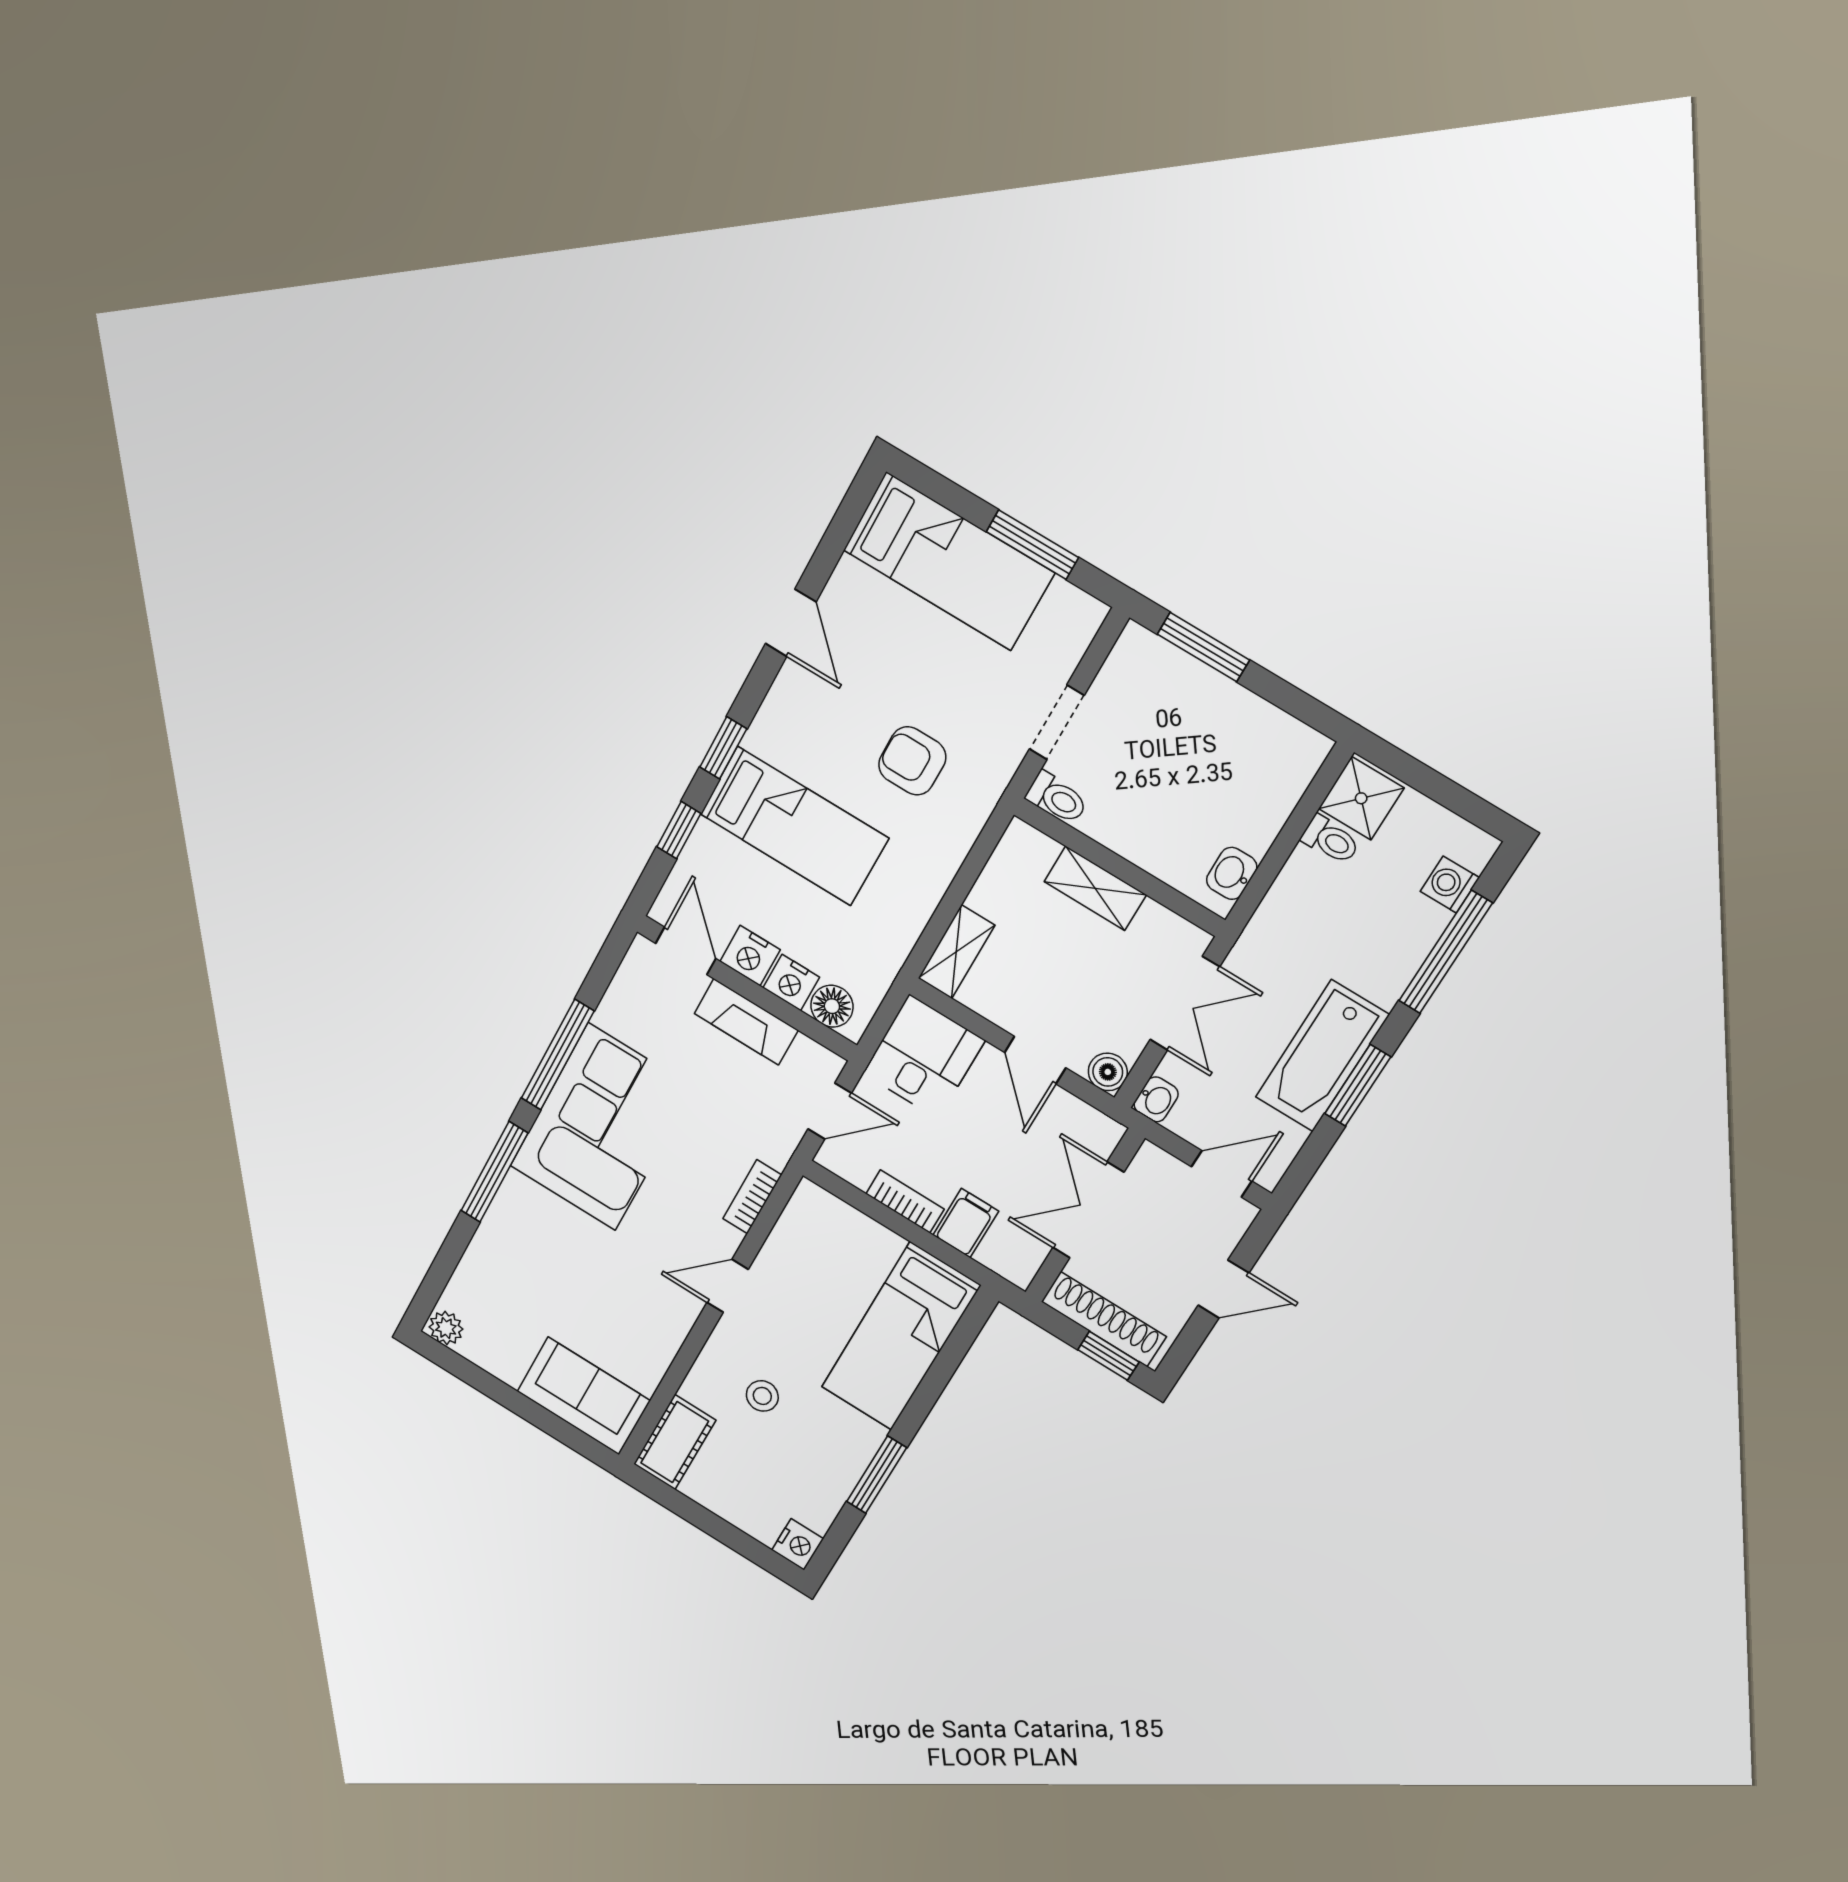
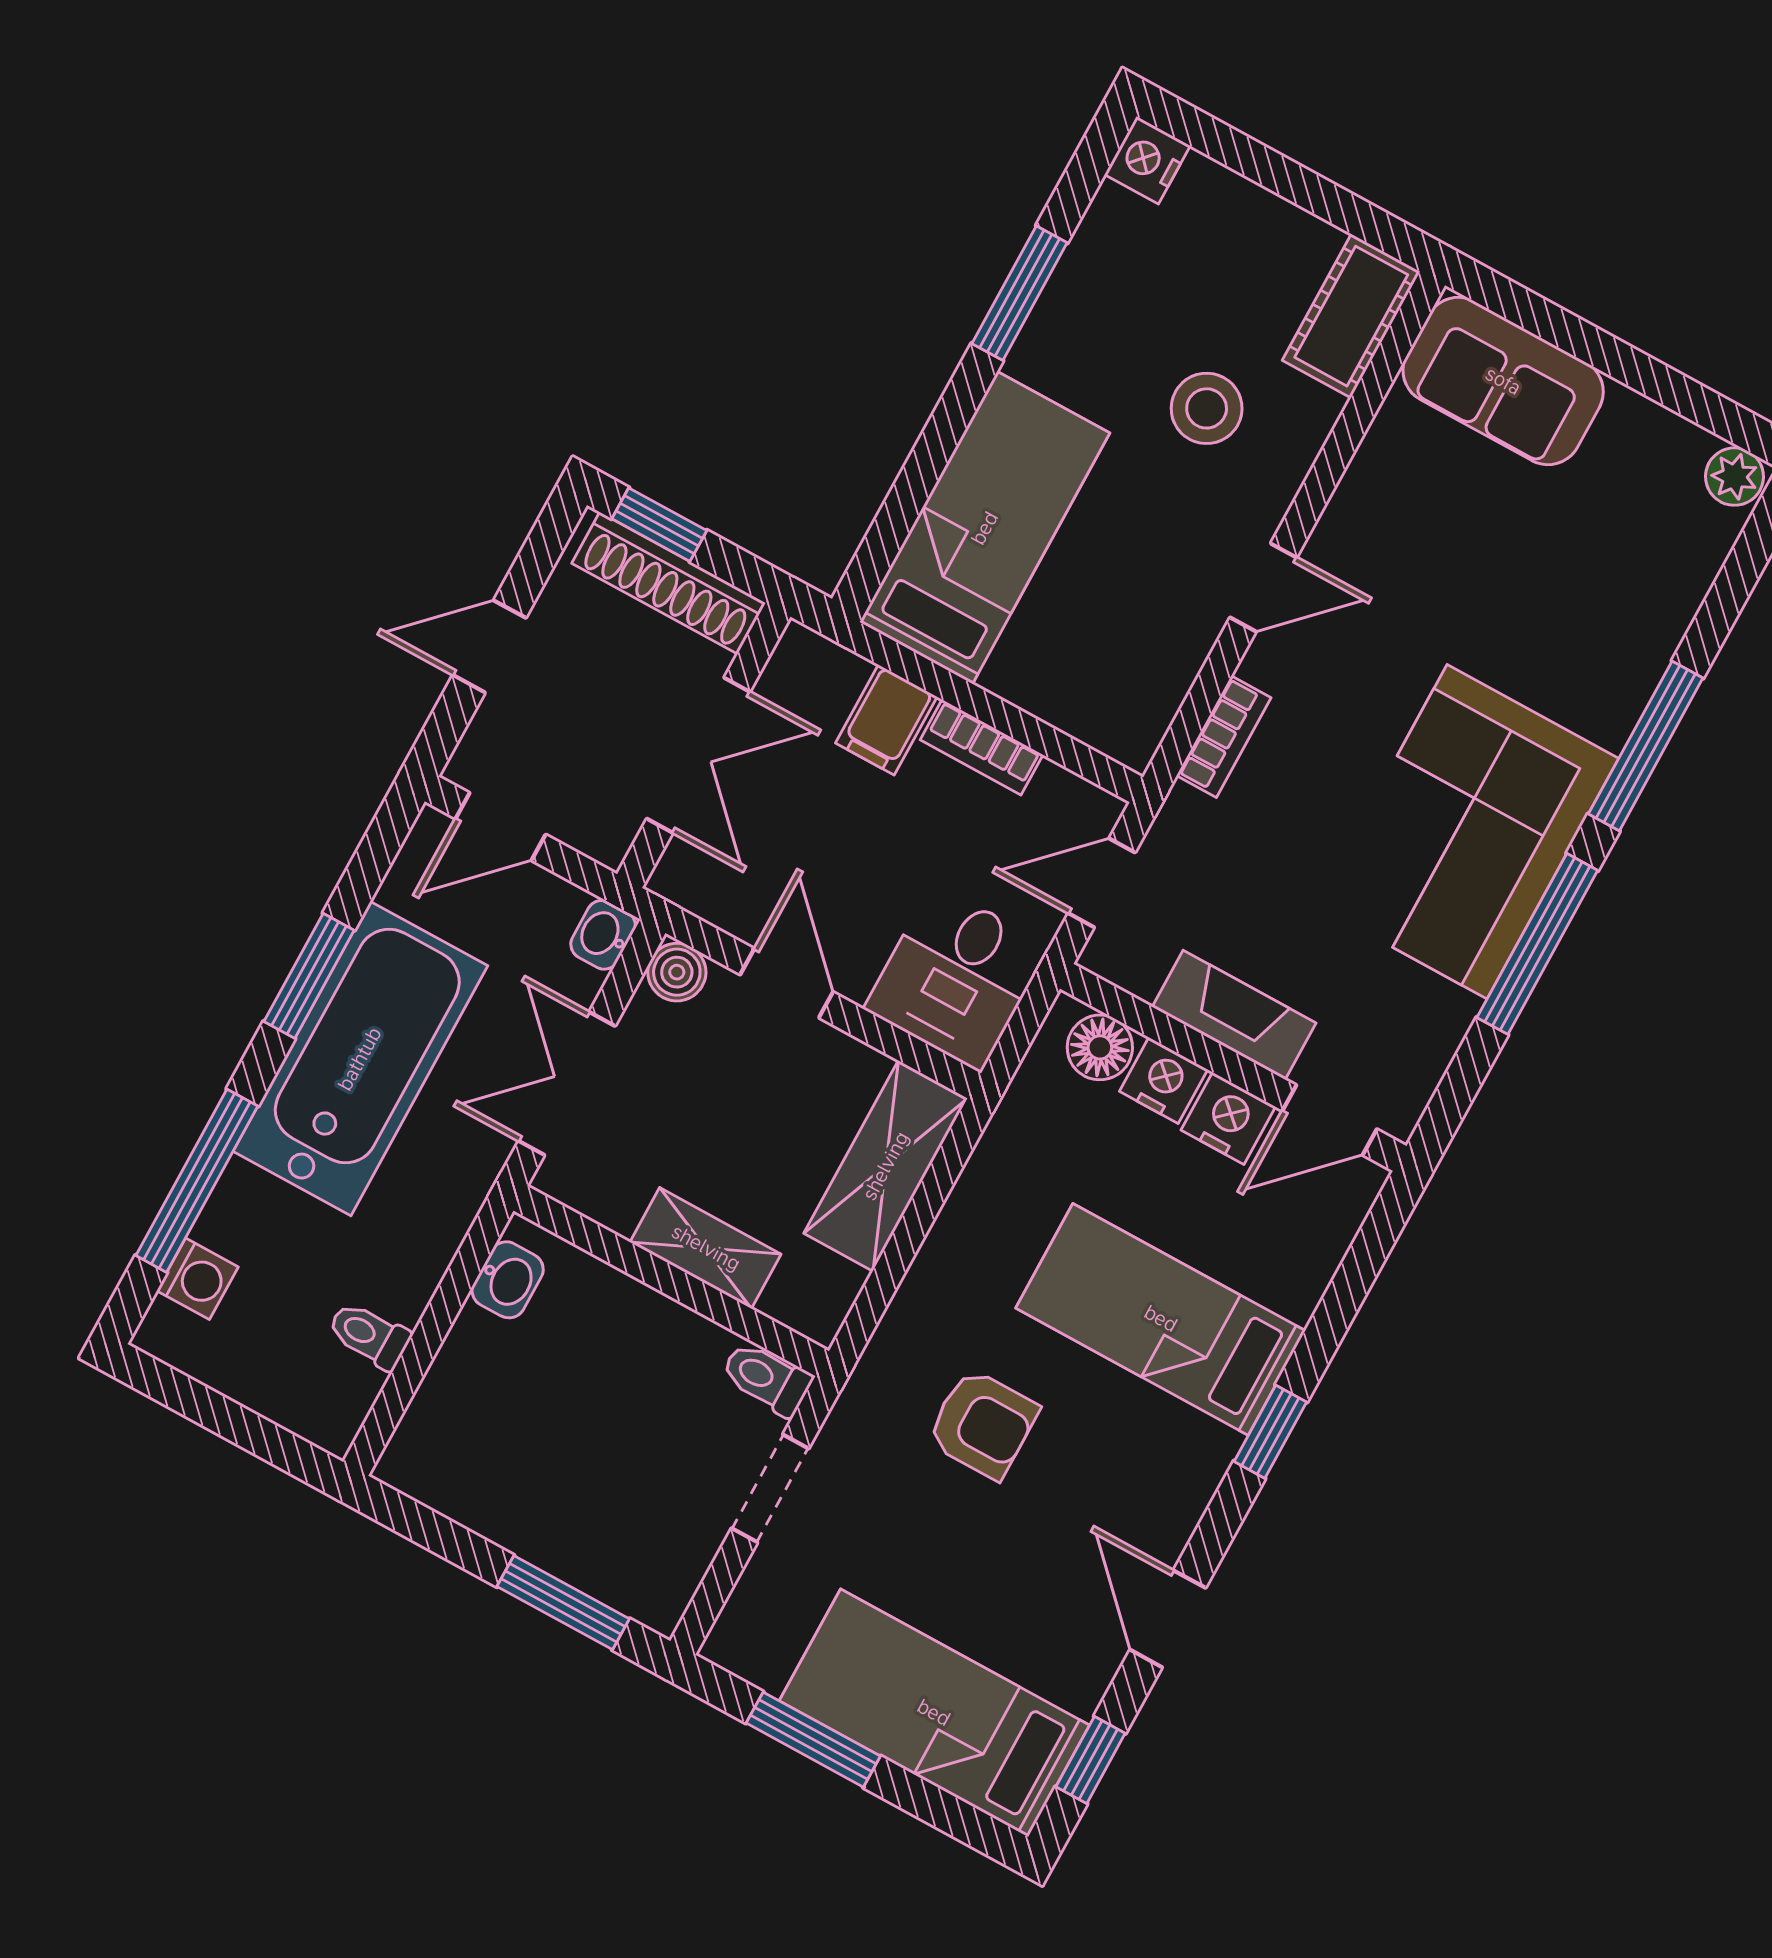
shower: (1361, 798) -> (329, 1397), removed
window: (679, 830) -> (1091, 1760), moved
door: (686, 951) -> (1330, 1120), hinge flipped
shelving: (956, 952) -> (886, 1166), width x1.50, depth x1.33
bathtub: (1322, 1056) -> (360, 1059), width x1.36, depth x1.36
stool: (762, 1396) -> (1207, 408), width x1.37, depth x1.37

